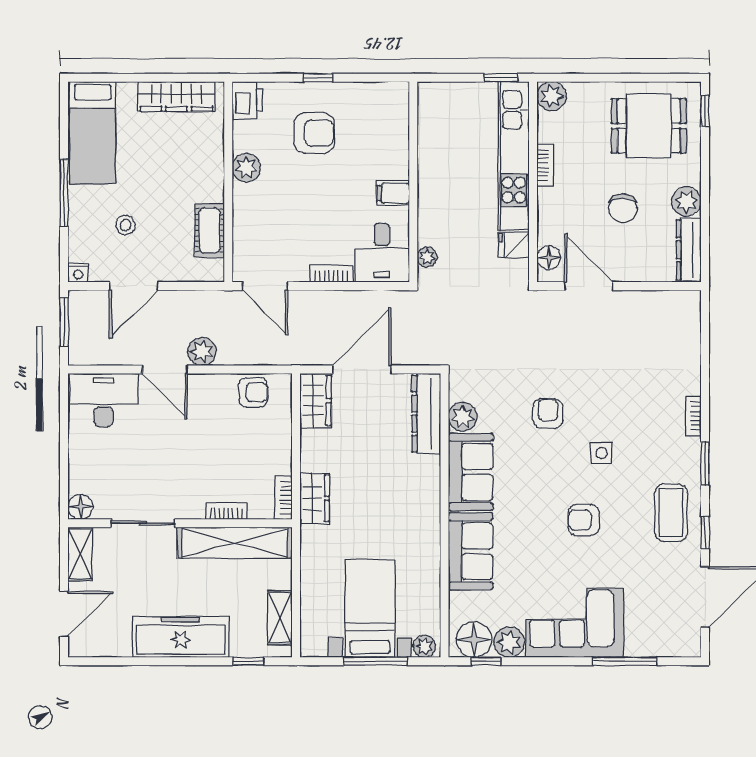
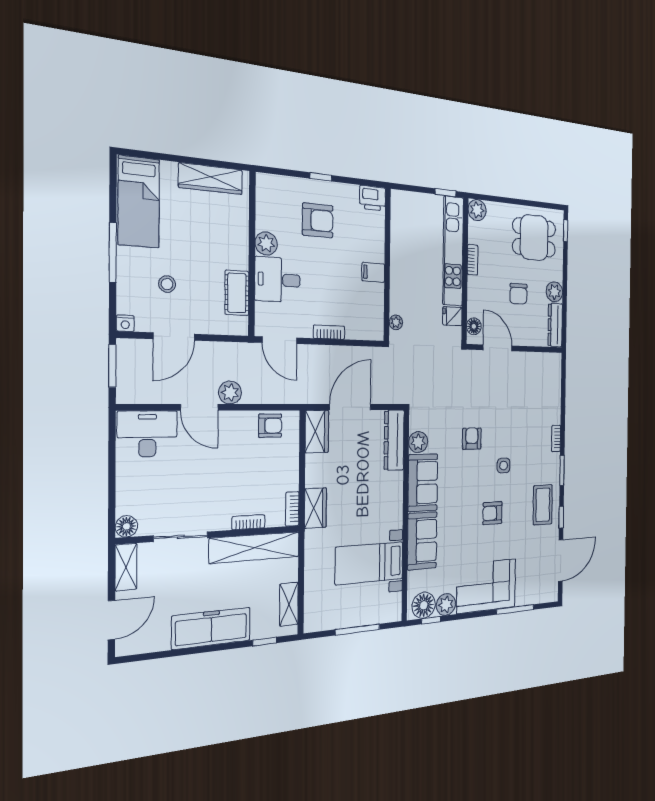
printer: (247, 100) -> (373, 198), moved, turned 90
desk: (382, 253) -> (278, 280), moved, turned 90
bed with nightstands: (370, 608) -> (369, 563), moved, turned -90
plant: (424, 646) -> (391, 614), removed

